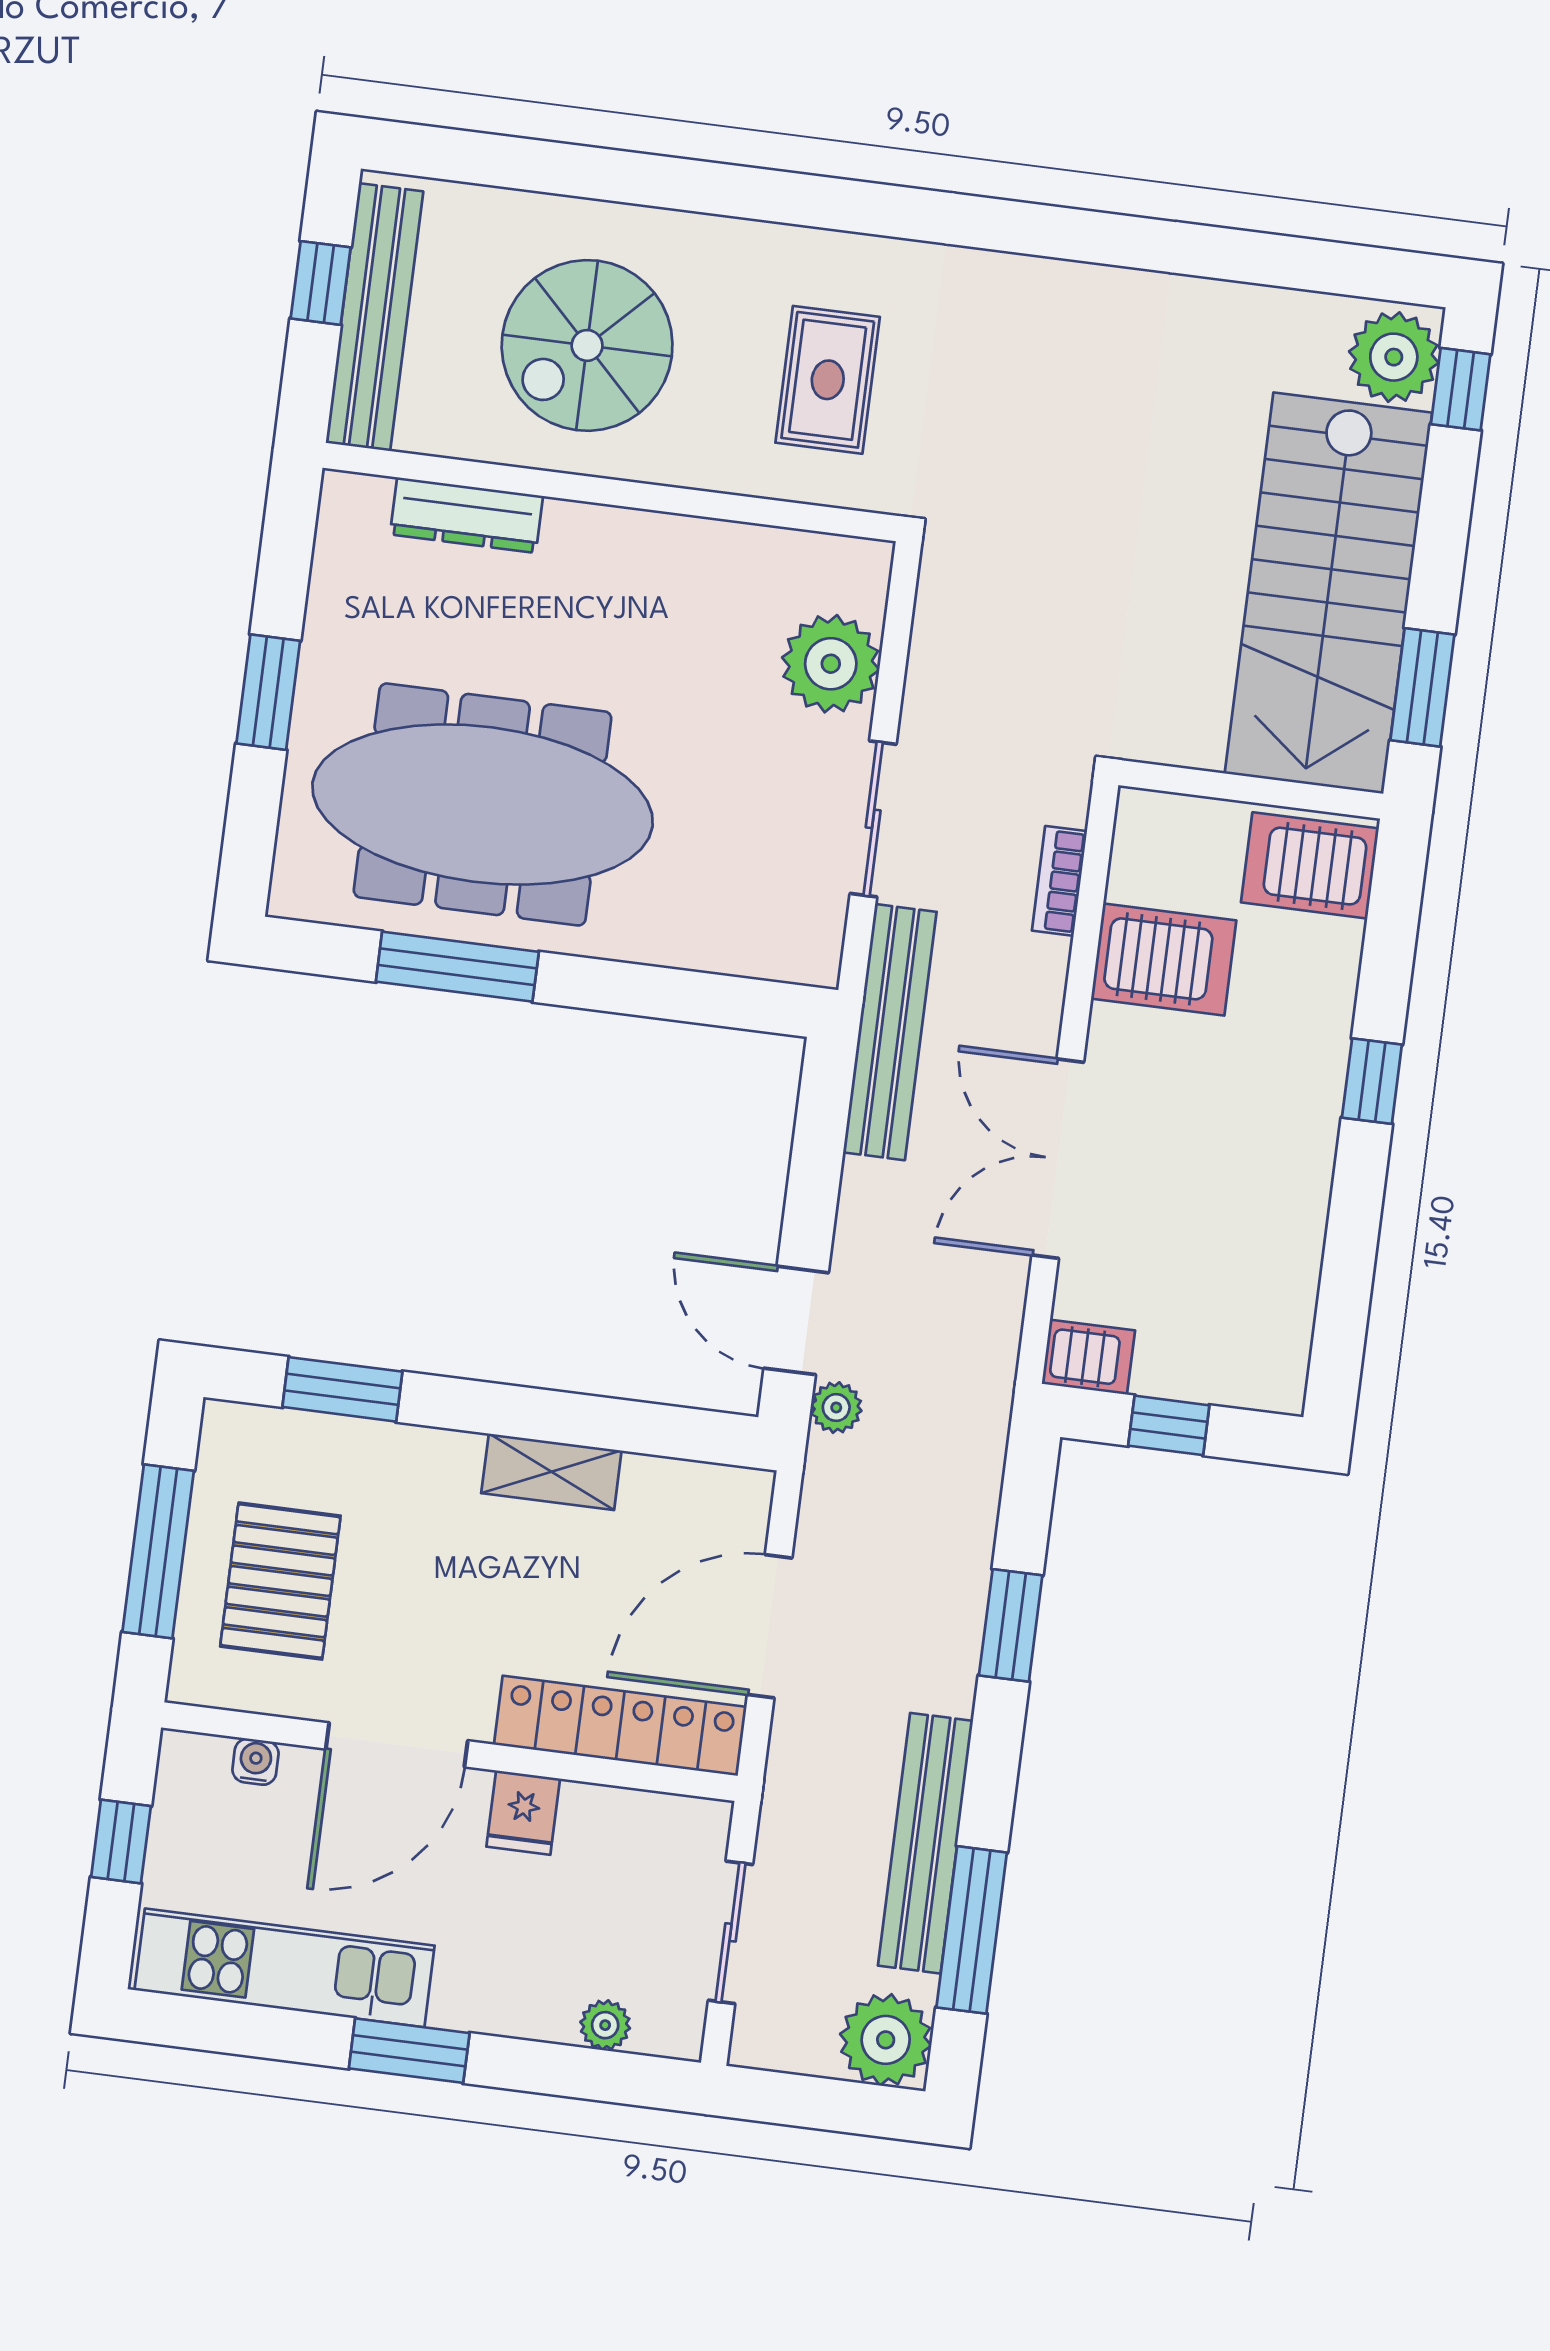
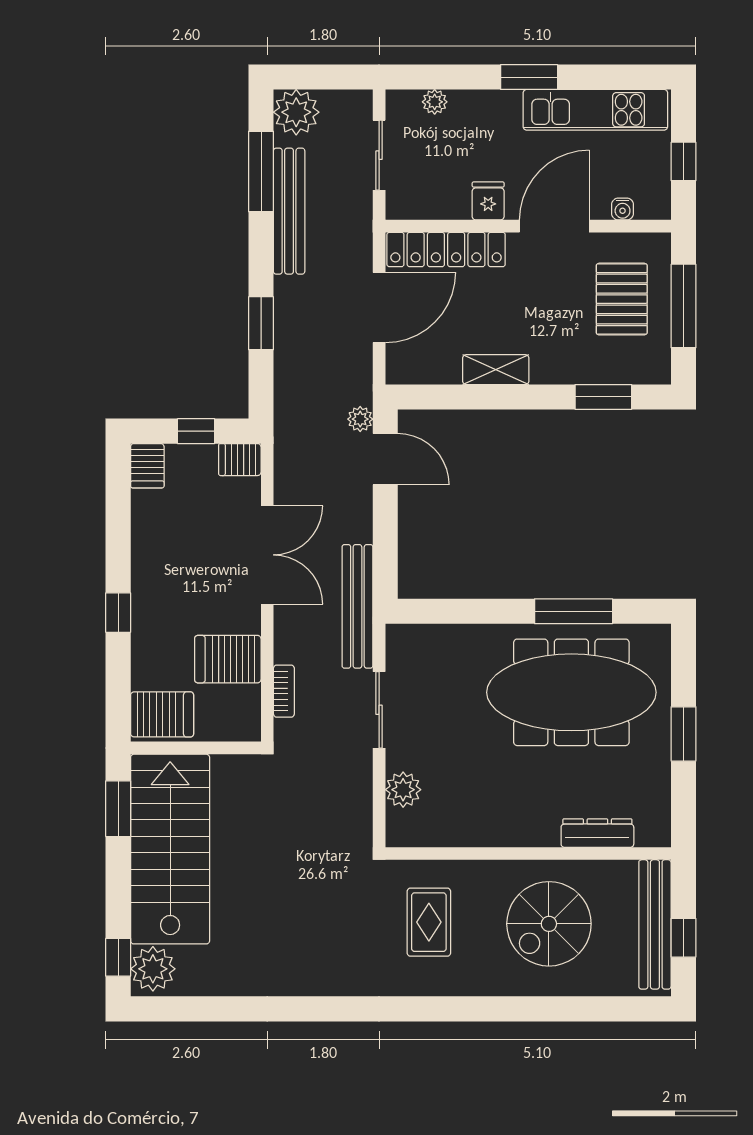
spiral stairs: (587, 345) -> (549, 924), turned 180
plant: (831, 664) -> (403, 790), width x0.73, depth x0.73
server rack: (1276, 1368) -> (147, 466), added

